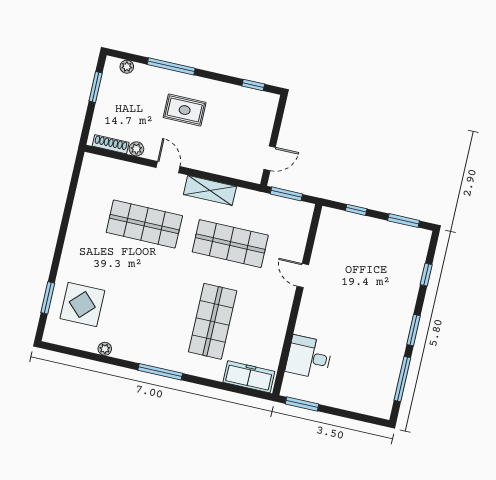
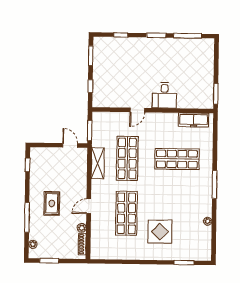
shelving: (210, 190) -> (98, 163), moved
display table: (82, 304) -> (160, 232), moved
desk: (309, 357) -> (164, 95), moved
freezer: (249, 377) -> (194, 120), moved, turned -90

